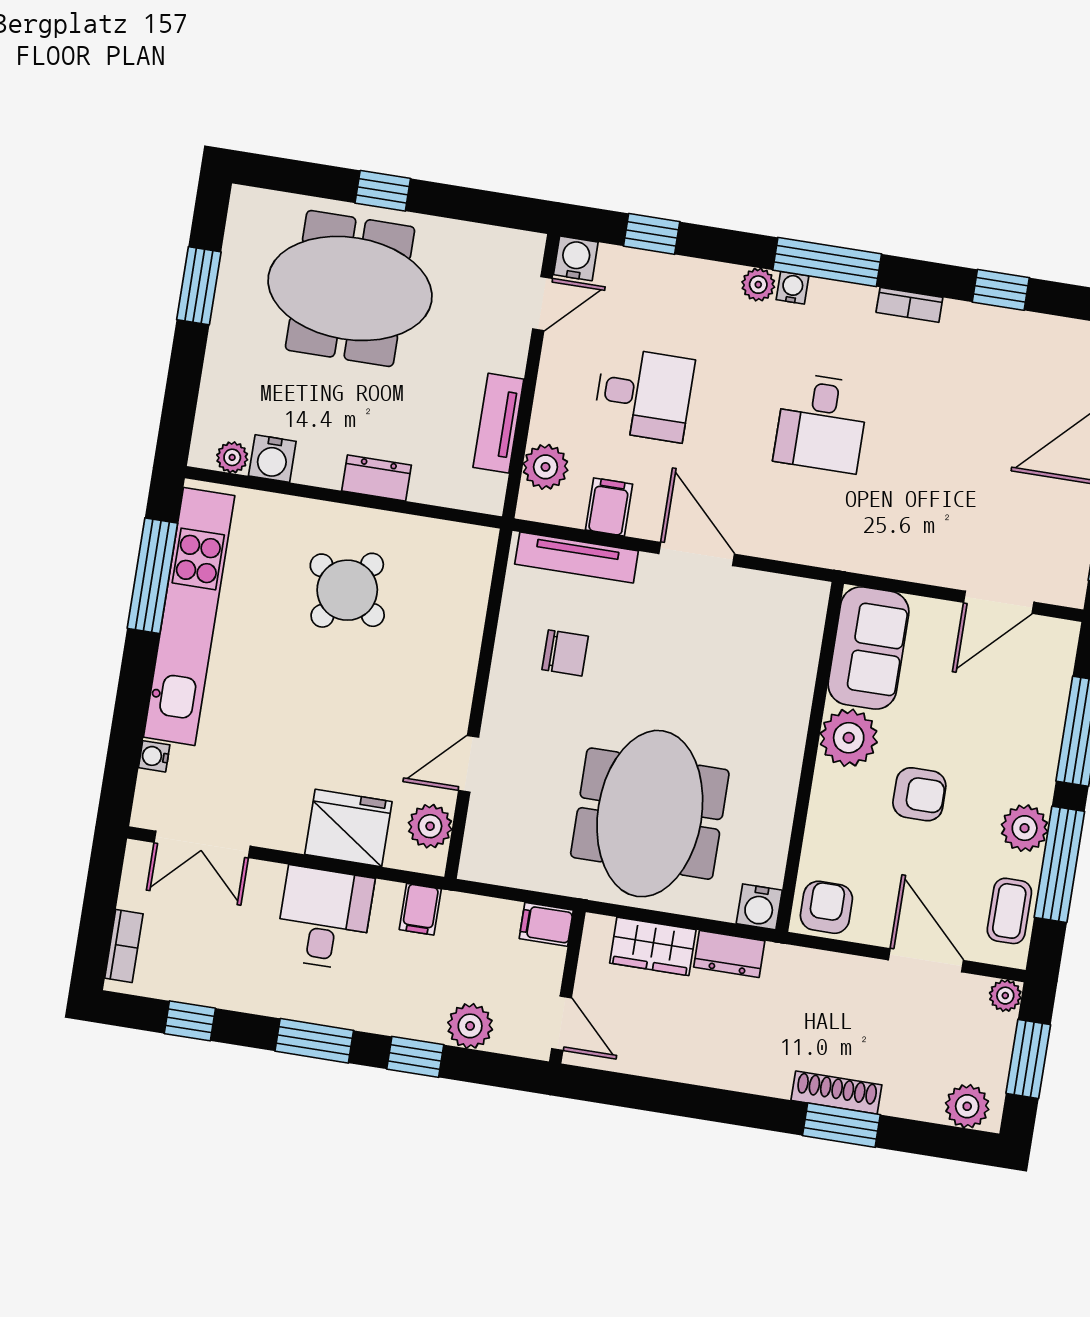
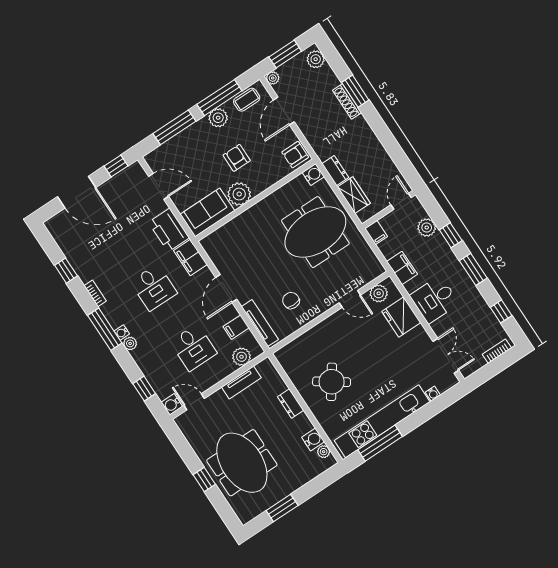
desk: (644, 394) -> (193, 347), turned 180
desk: (821, 423) -> (154, 287), turned 90
filing cabinet: (815, 541) -> (190, 257), added
printer: (901, 548) -> (169, 230), added
filing cabinet: (420, 909) -> (402, 268), width x2.00

